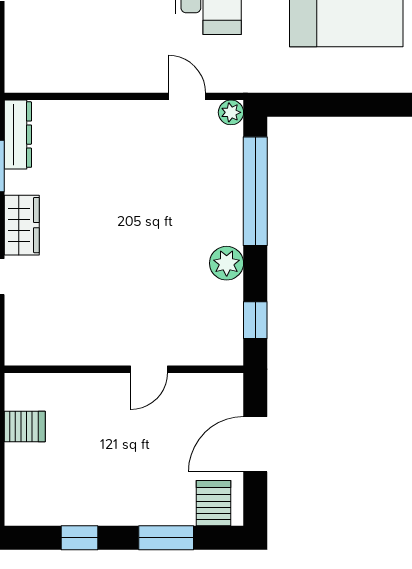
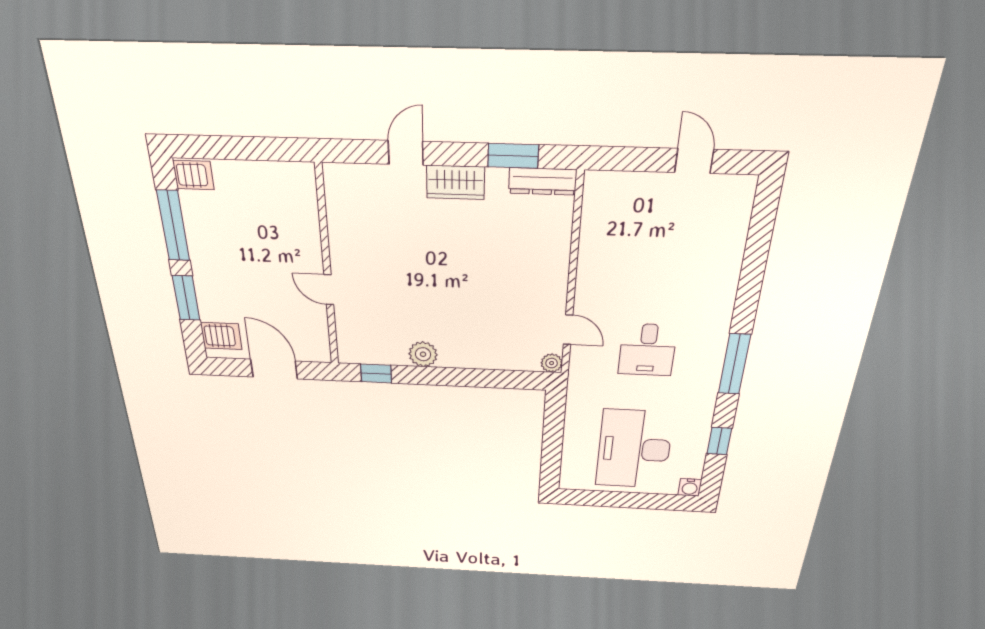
door: (187, 96) -> (568, 330), hinge flipped
window: (255, 191) -> (484, 378), removed
server rack: (25, 427) -> (193, 175), moved, turned -90
window: (79, 538) -> (173, 226), width x2.17

